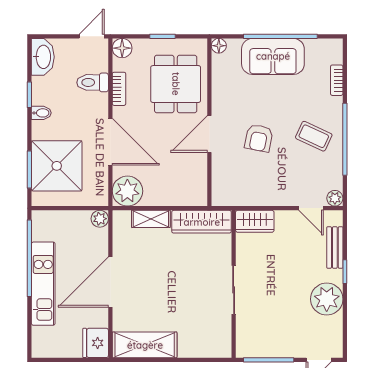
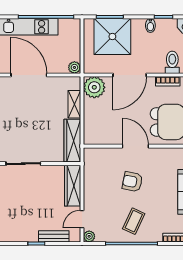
wardrobe: (255, 221) -> (73, 186), width x1.50
plant: (327, 299) -> (17, 230), removed

